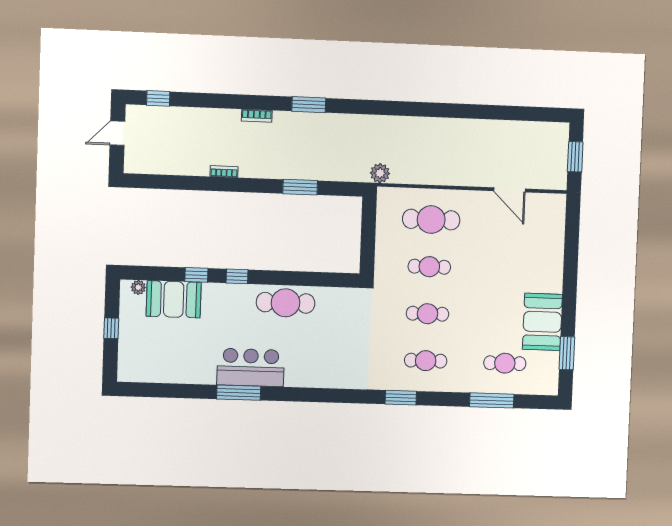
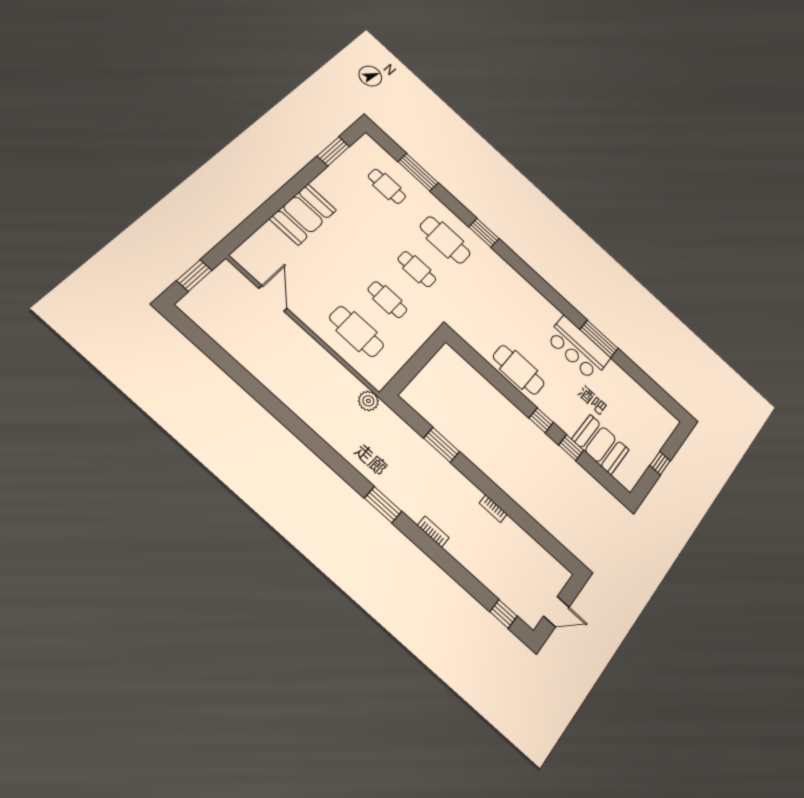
plant: (138, 287) -> (621, 476), removed
booth: (542, 322) -> (303, 214), moved
cafe table: (426, 361) -> (445, 240), width x1.37, depth x1.35

